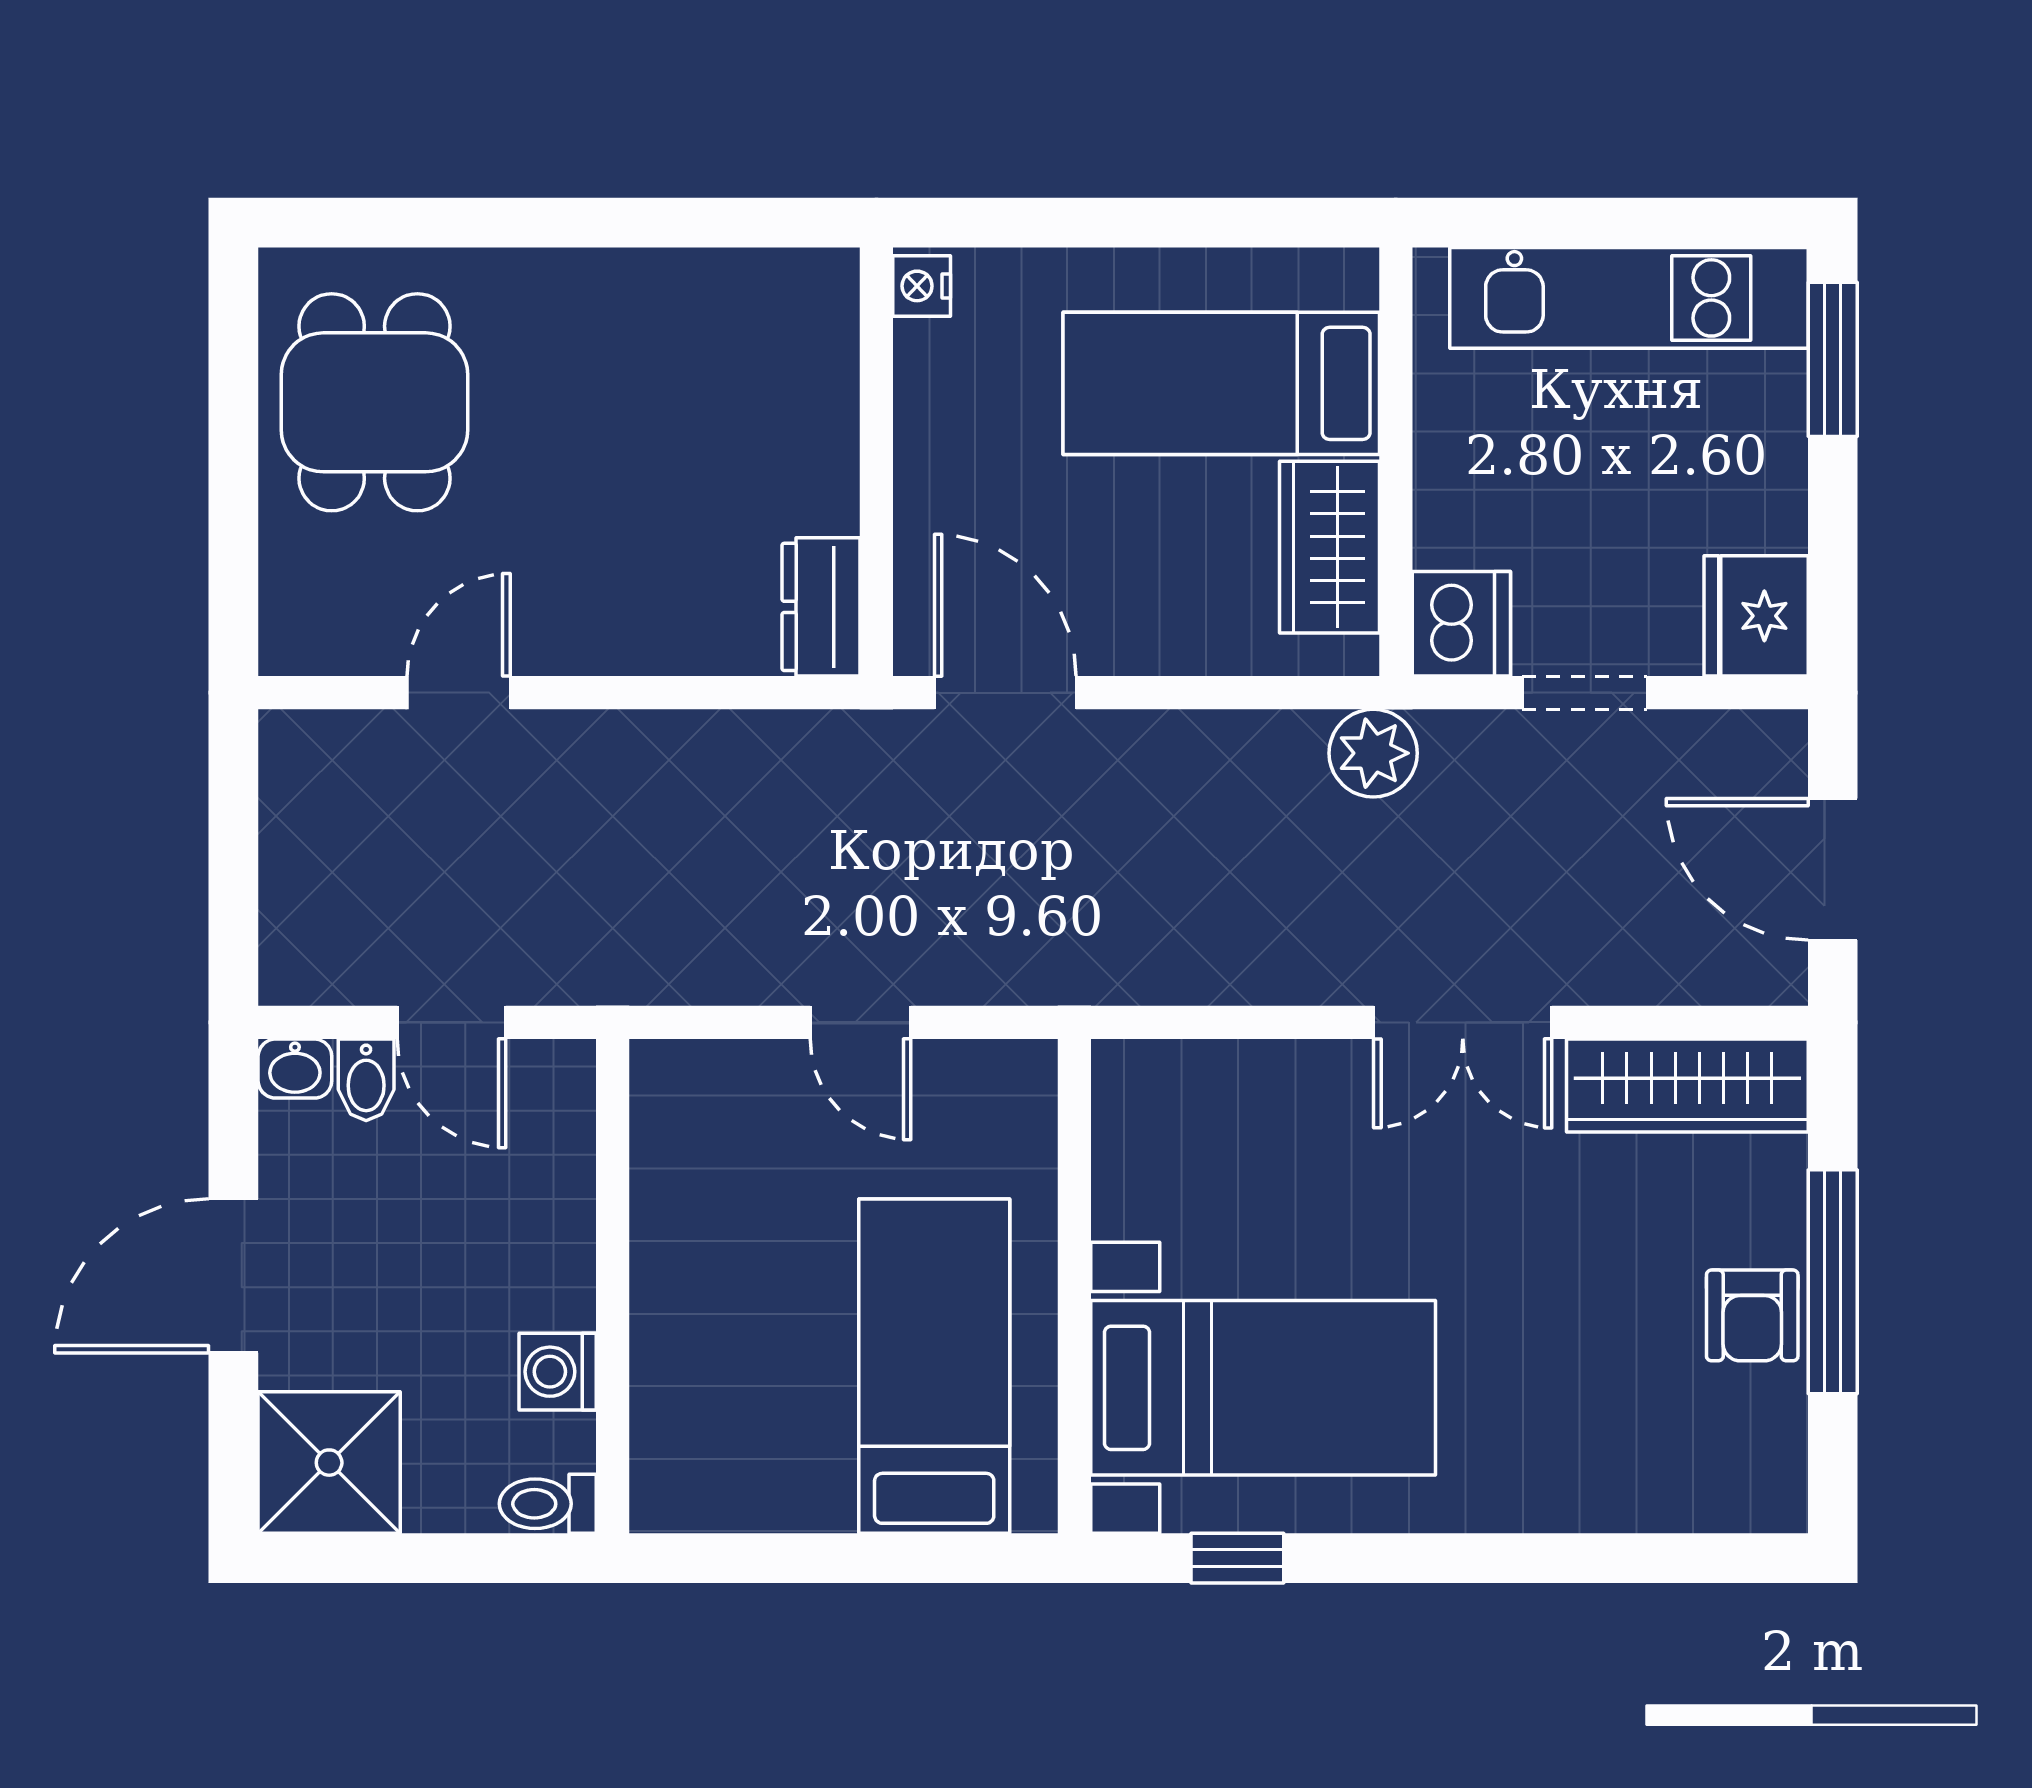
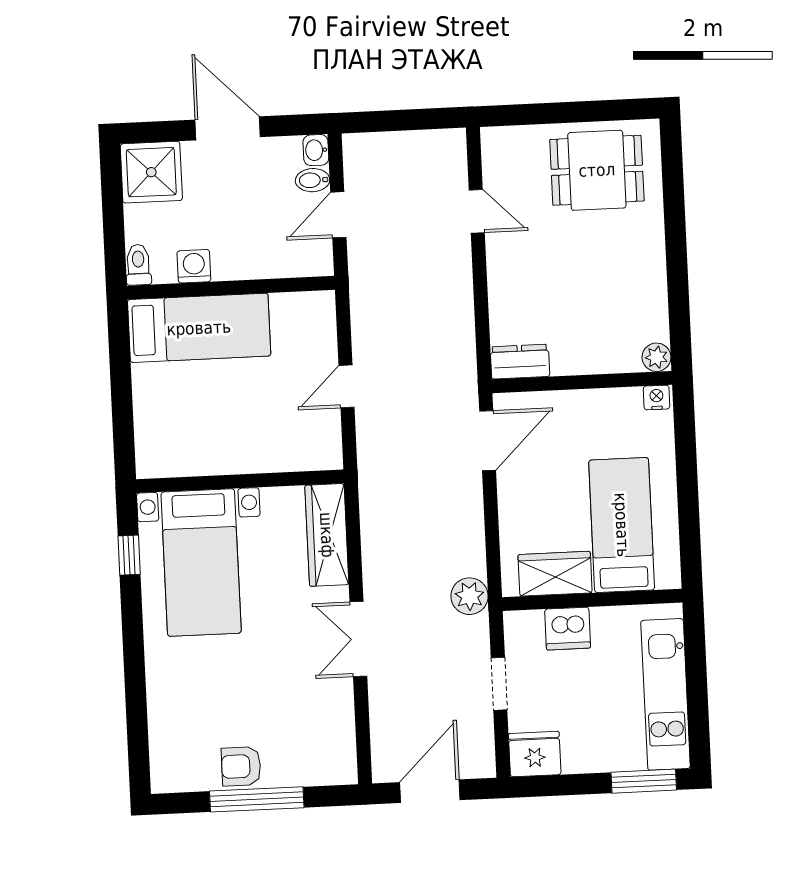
plant: (826, 282) -> (657, 357), added
dishwasher: (1461, 624) -> (568, 629), moved
wardrobe: (1687, 1086) -> (327, 535), moved
bed: (934, 1366) -> (199, 328), moved

